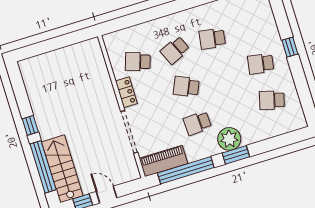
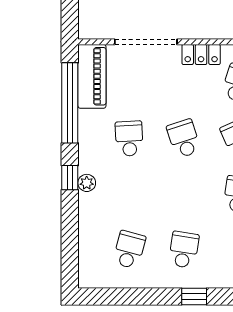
school desk: (186, 87) -> (184, 139), turned -42
plant: (229, 139) -> (87, 183), width x0.53, depth x0.53
window: (236, 155) -> (70, 178), width x0.67

